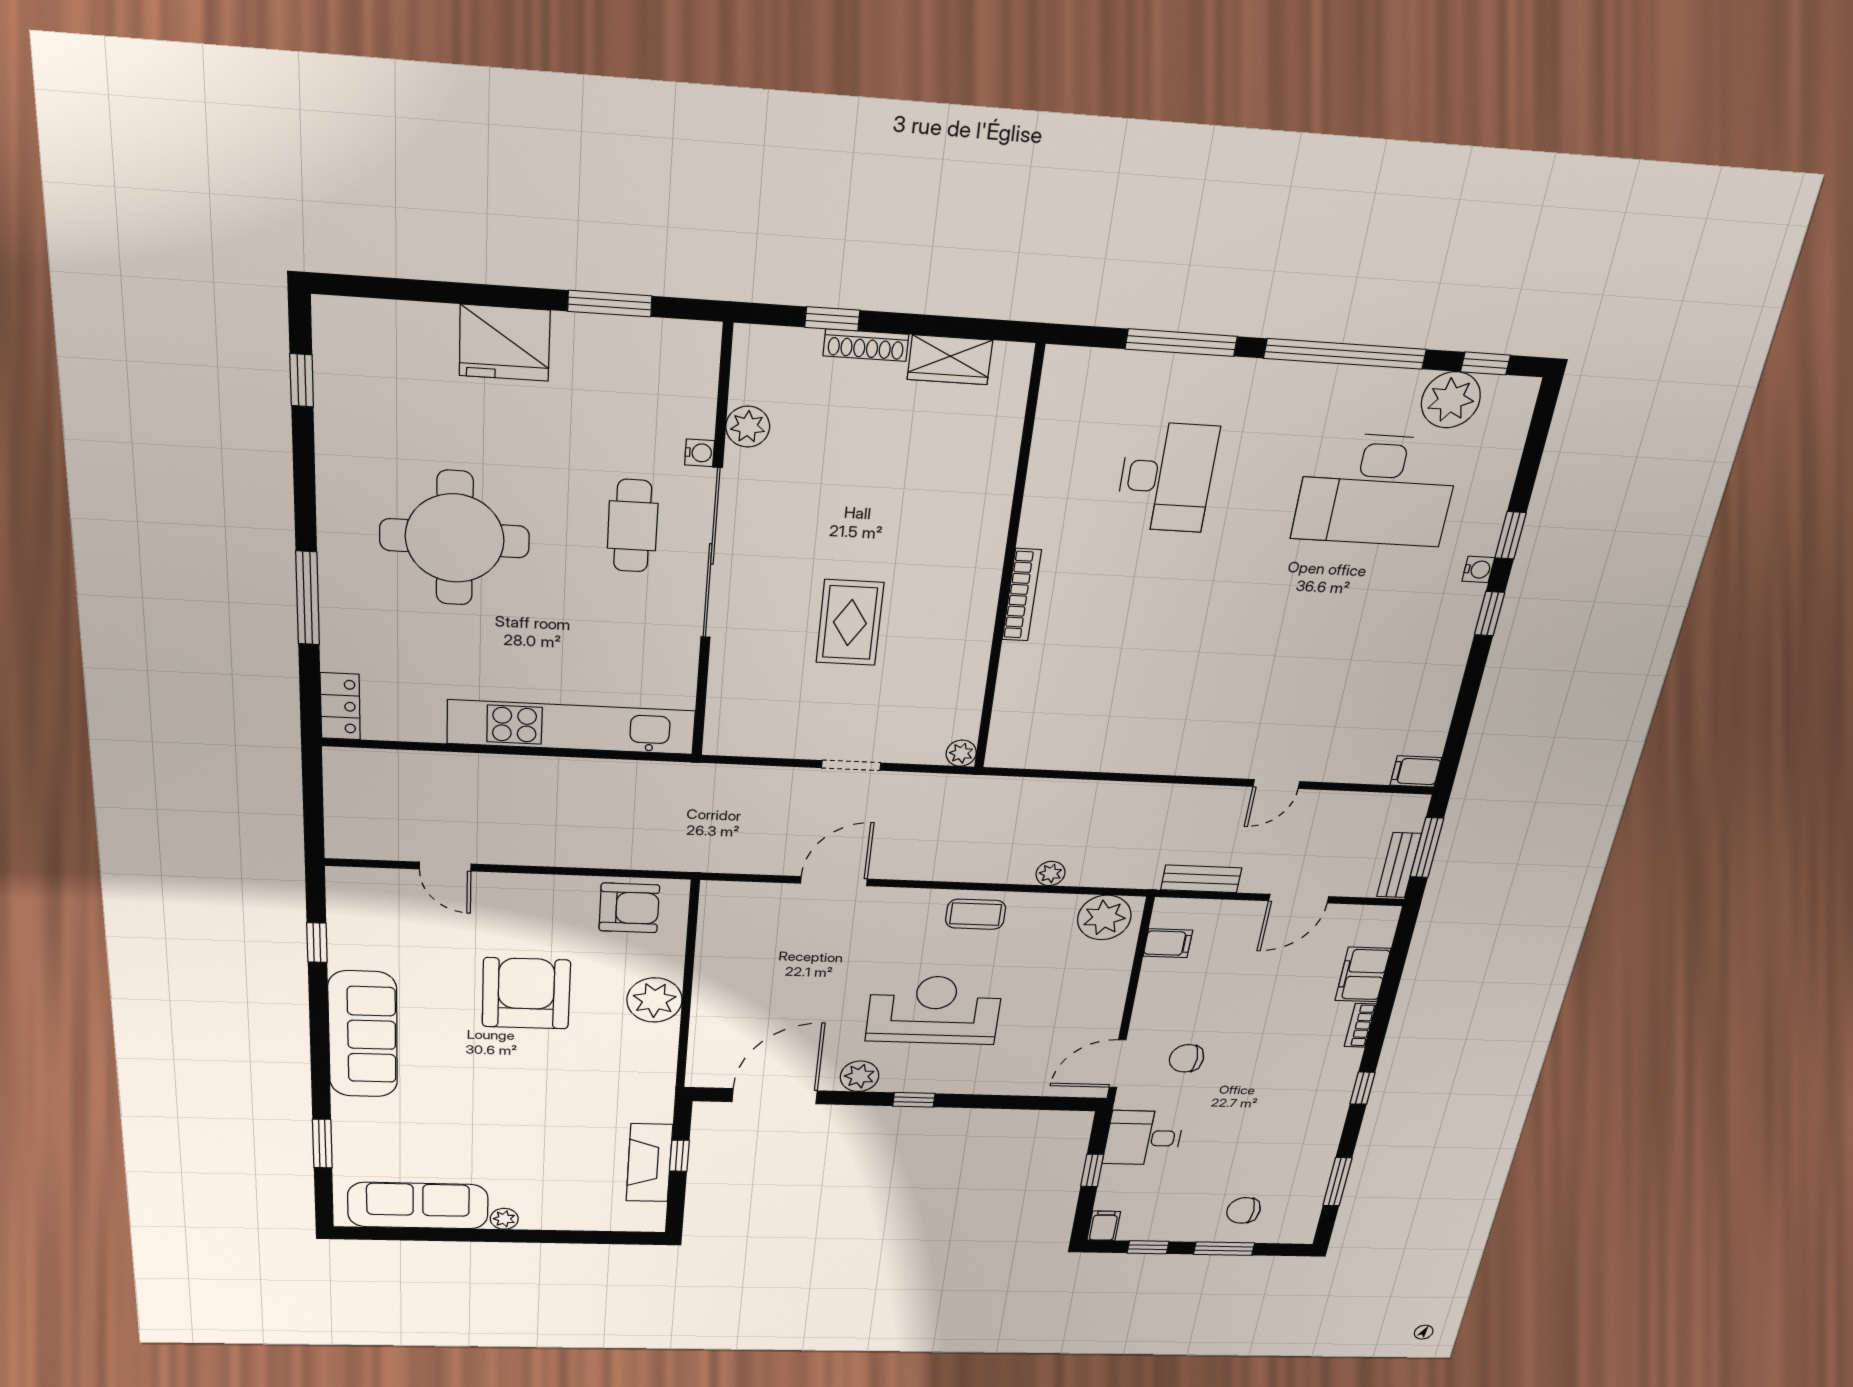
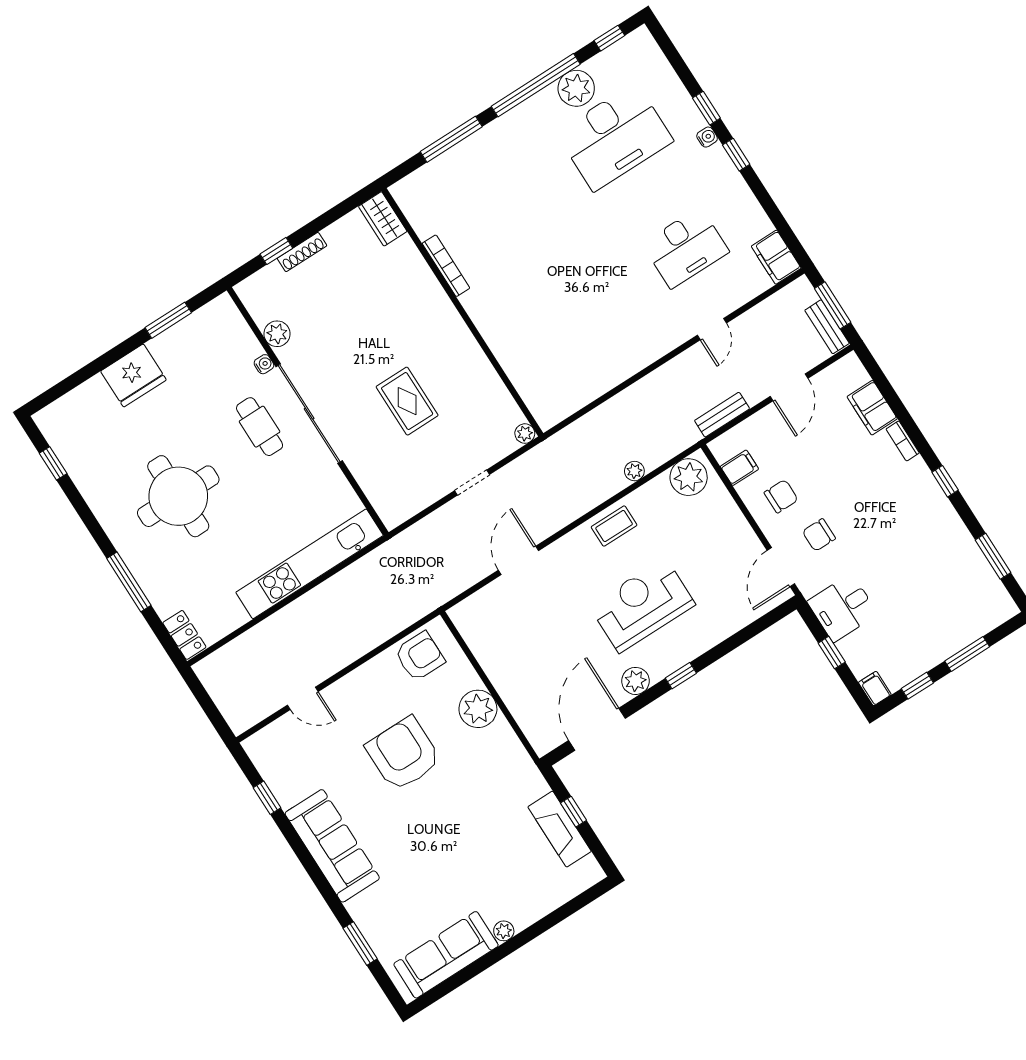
wardrobe: (950, 360) -> (383, 219), moved, turned 90
plant: (1451, 400) -> (576, 88), moved
desk: (1167, 477) -> (686, 248), moved, turned 90
bookcase: (1022, 595) -> (446, 266), moved
filing cabinet: (1416, 771) -> (776, 257), width x2.00
chair: (1243, 1210) -> (781, 496), moved, turned 180

